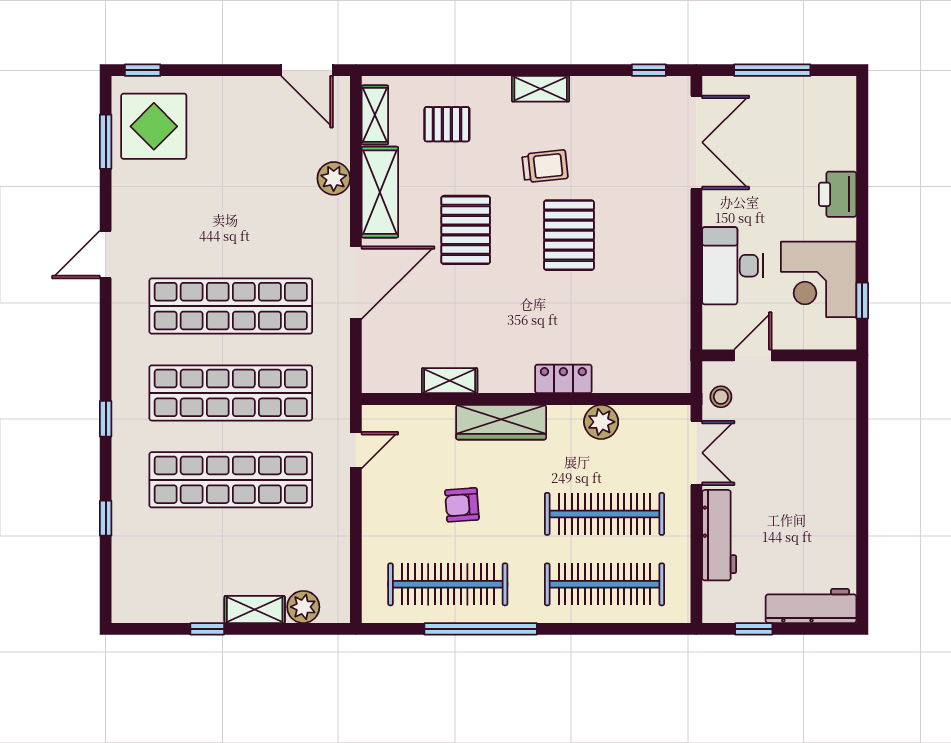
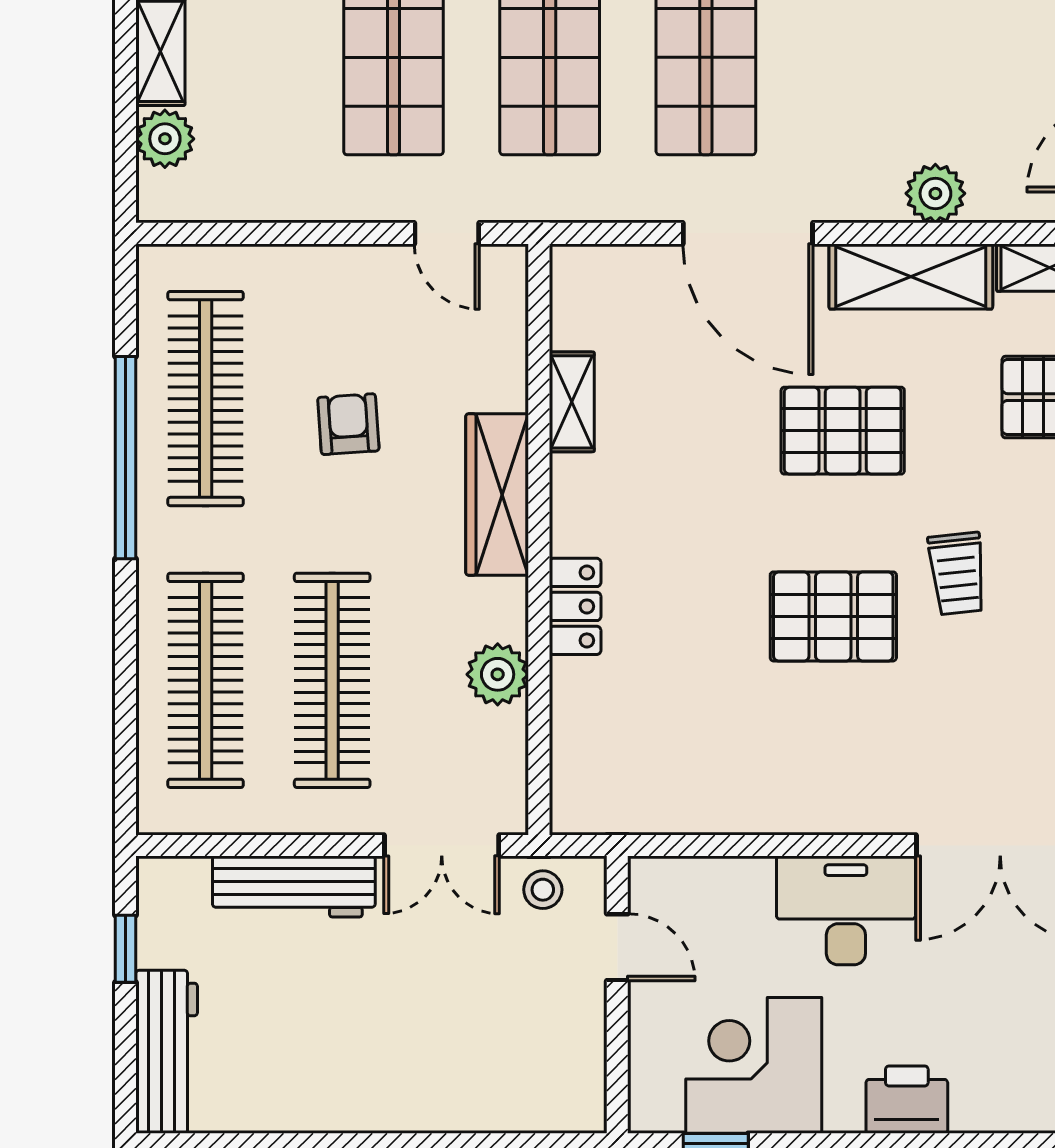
desk: (732, 266) -> (846, 910), moved

